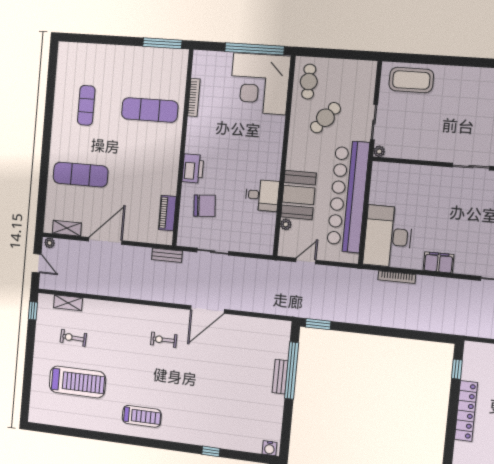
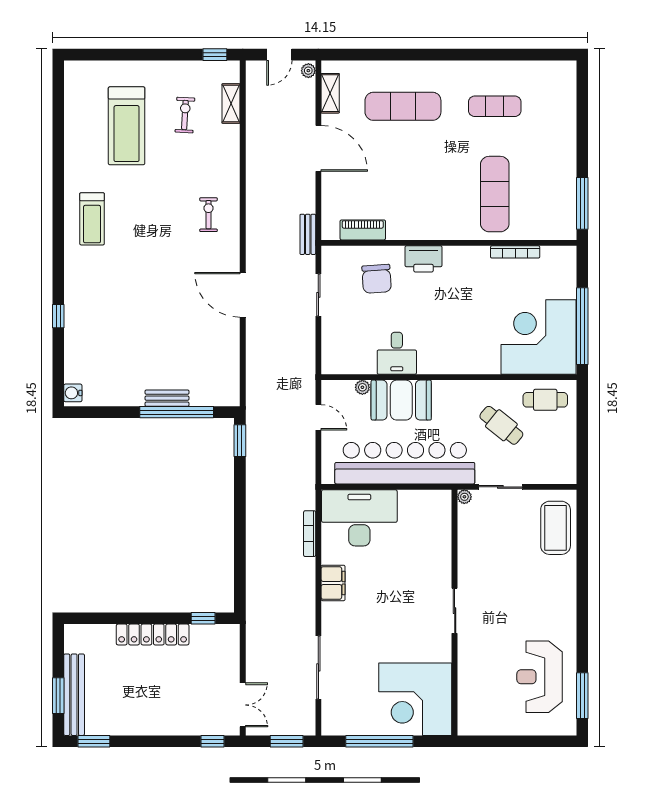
exercise mat: (81, 175) -> (403, 106), turned 90
exercise bike: (164, 340) -> (209, 215), moved

